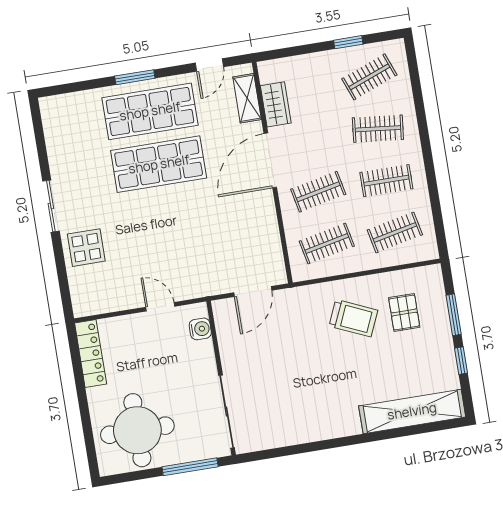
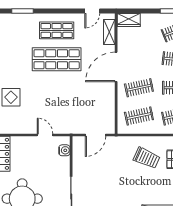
window: (135, 77) -> (22, 11), moved
wardrobe: (276, 104) -> (129, 20), moved, turned 90
shop shelf: (150, 111) -> (57, 30), width x0.70, depth x0.74

